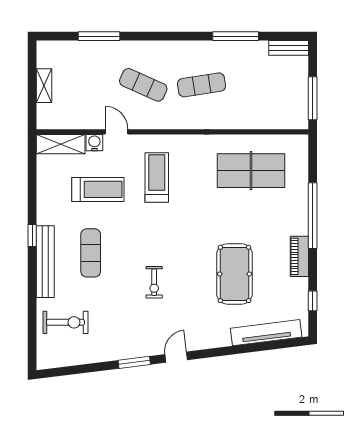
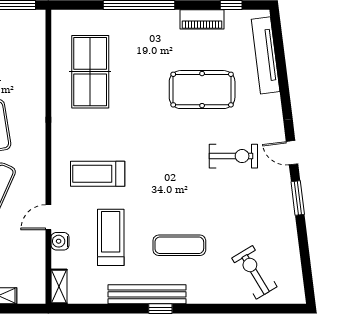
shelving: (61, 144) -> (59, 287), width x0.67, depth x0.75
piano: (299, 256) -> (202, 19), moved
bench: (45, 262) -> (147, 294), moved
exercise bike: (154, 282) -> (233, 156), moved, width x1.38, depth x1.39
exercise bike: (65, 322) -> (254, 272), turned -31

